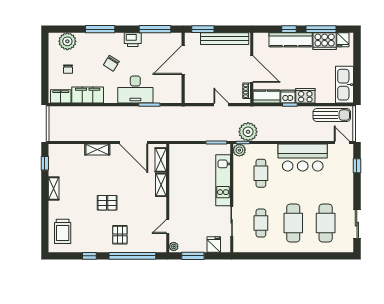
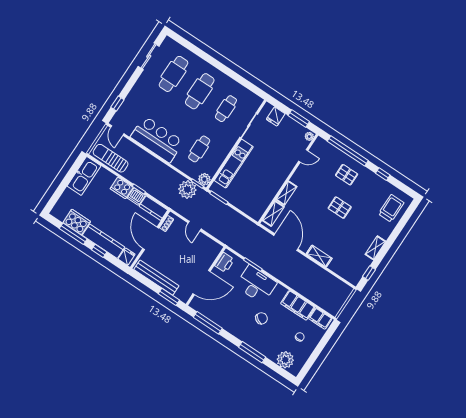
printer: (133, 40) -> (224, 263), moved, turned 90
fridge: (343, 40) -> (127, 257), moved
pallet: (120, 235) -> (347, 175), turned 90

